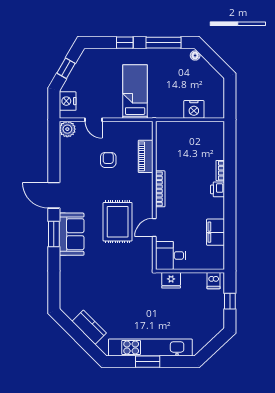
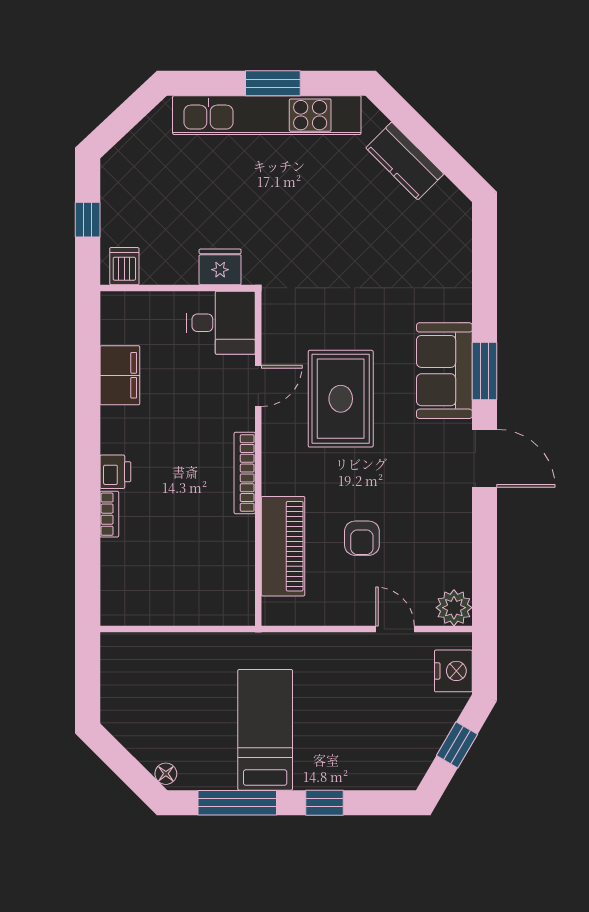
bed: (135, 91) -> (265, 730), moved, turned 180
nightstand: (194, 109) -> (169, 652), removed
piano: (146, 156) -> (283, 546), width x1.37, depth x1.33

